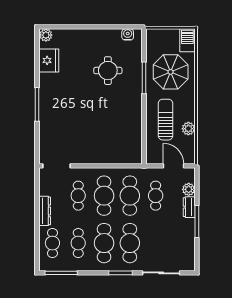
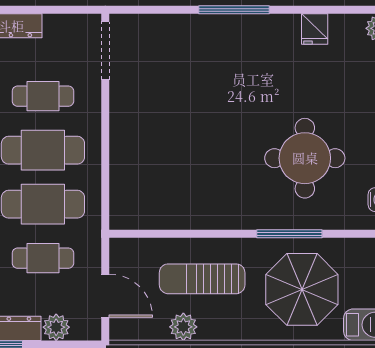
fridge: (49, 60) -> (315, 29), width x0.53, depth x0.75
round table: (108, 71) -> (305, 158), width x1.36, depth x1.36
sun lounger: (166, 120) -> (202, 279), turned 180
door: (174, 166) -> (105, 296), hinge flipped

